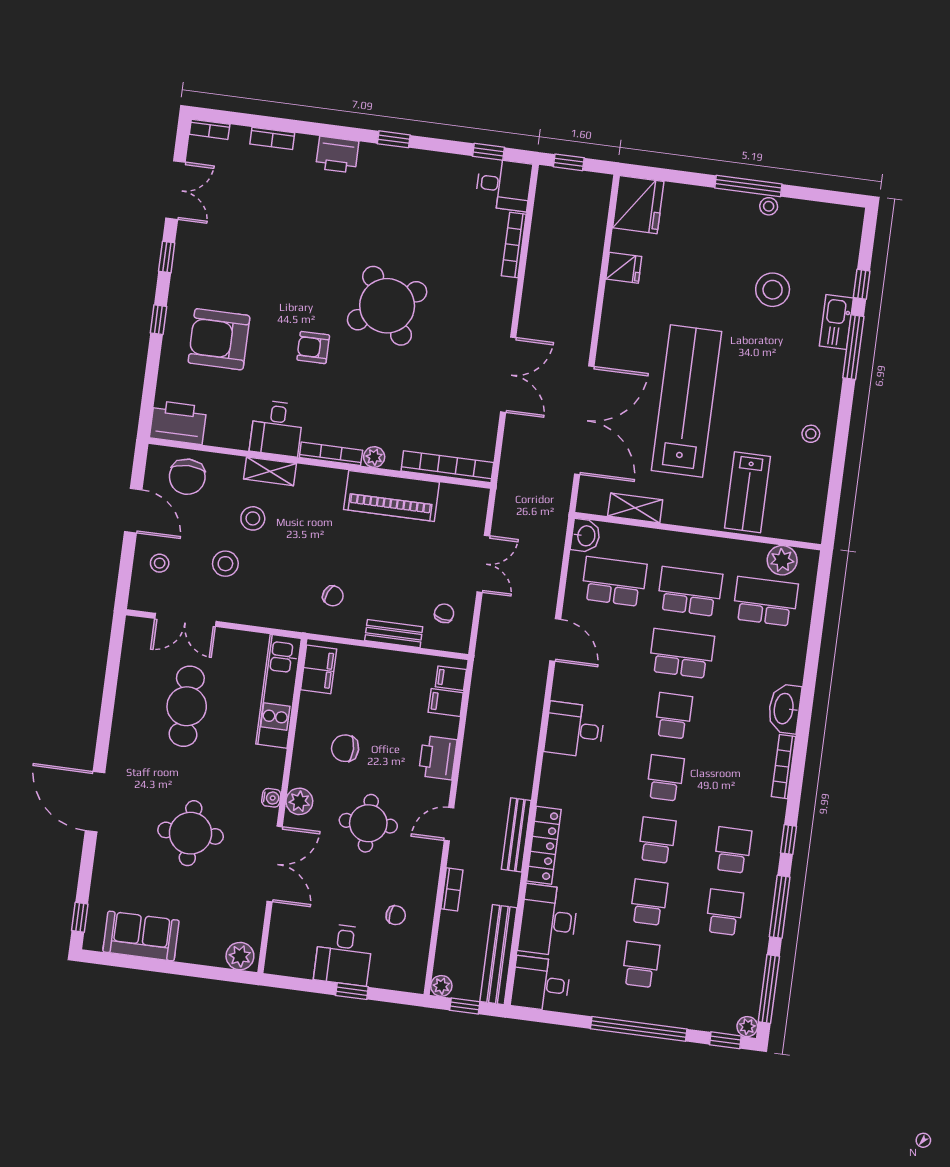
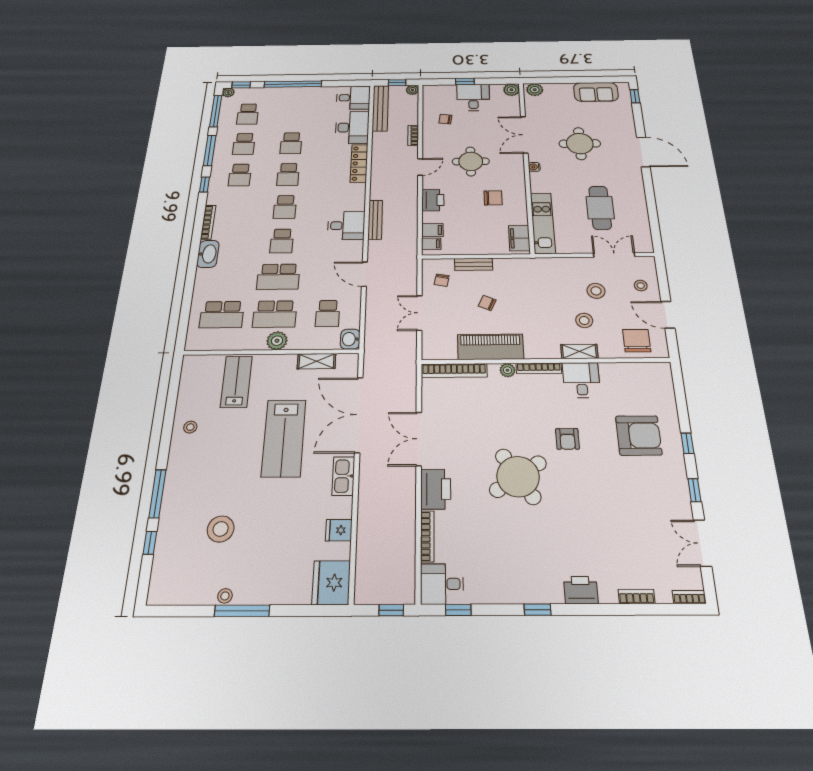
kitchen sink: (836, 322) -> (343, 476), moved, turned 180
armchair: (313, 347) -> (567, 439), turned 90
lab bench: (687, 401) -> (284, 438), width x0.73
printer: (178, 422) -> (436, 489), moved, turned -90
plant: (782, 560) -> (277, 341), moved
school desk: (614, 581) -> (328, 313), width x0.54
chair: (333, 596) -> (487, 303), moved
plant: (299, 801) -> (511, 90), moved
bench: (516, 835) -> (375, 220), moved
school desk: (641, 964) -> (248, 114), moved

